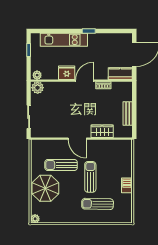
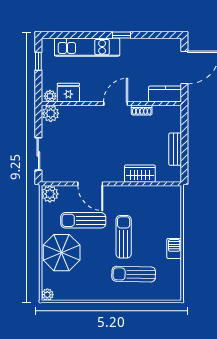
fridge: (67, 73) -> (68, 93), moved
door: (77, 139) -> (90, 184), moved
plant: (37, 146) -> (50, 194), added

